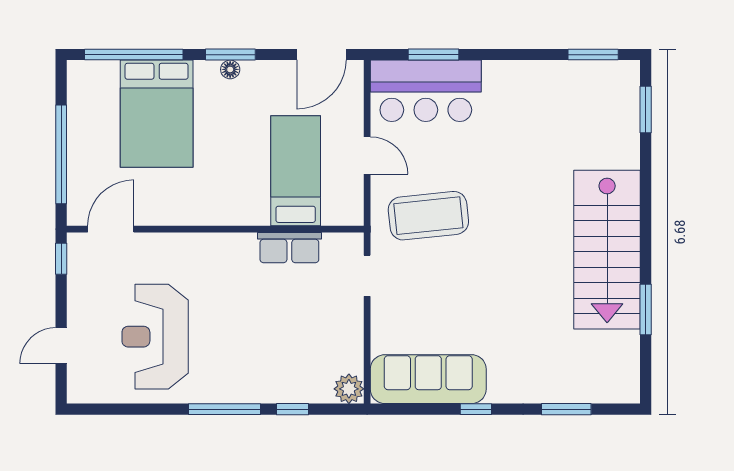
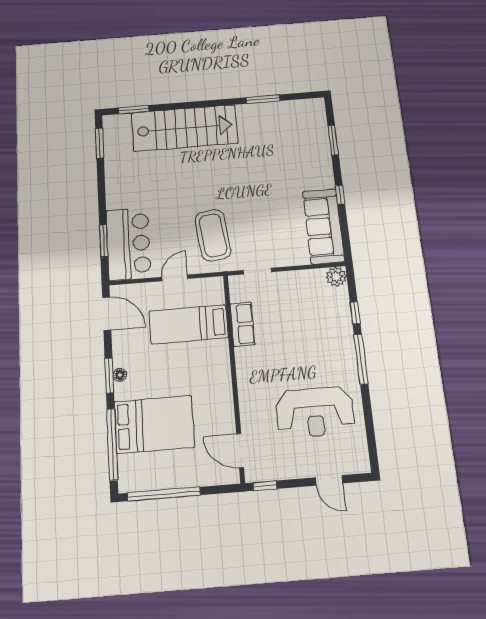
window: (61, 154) -> (164, 494), moved
stairs: (607, 250) -> (184, 128), moved

